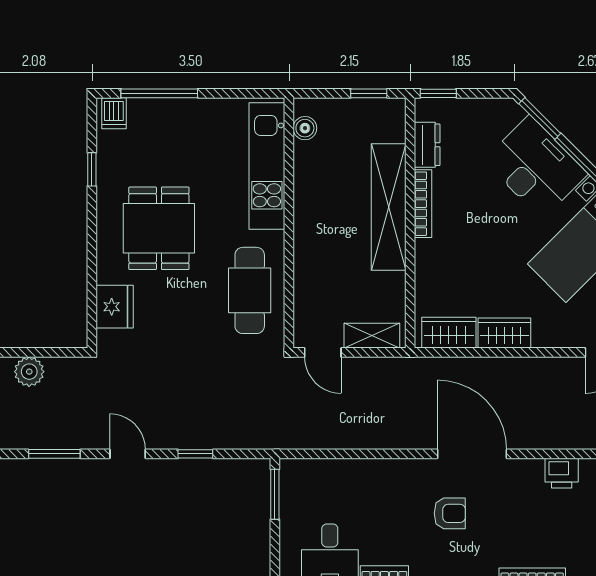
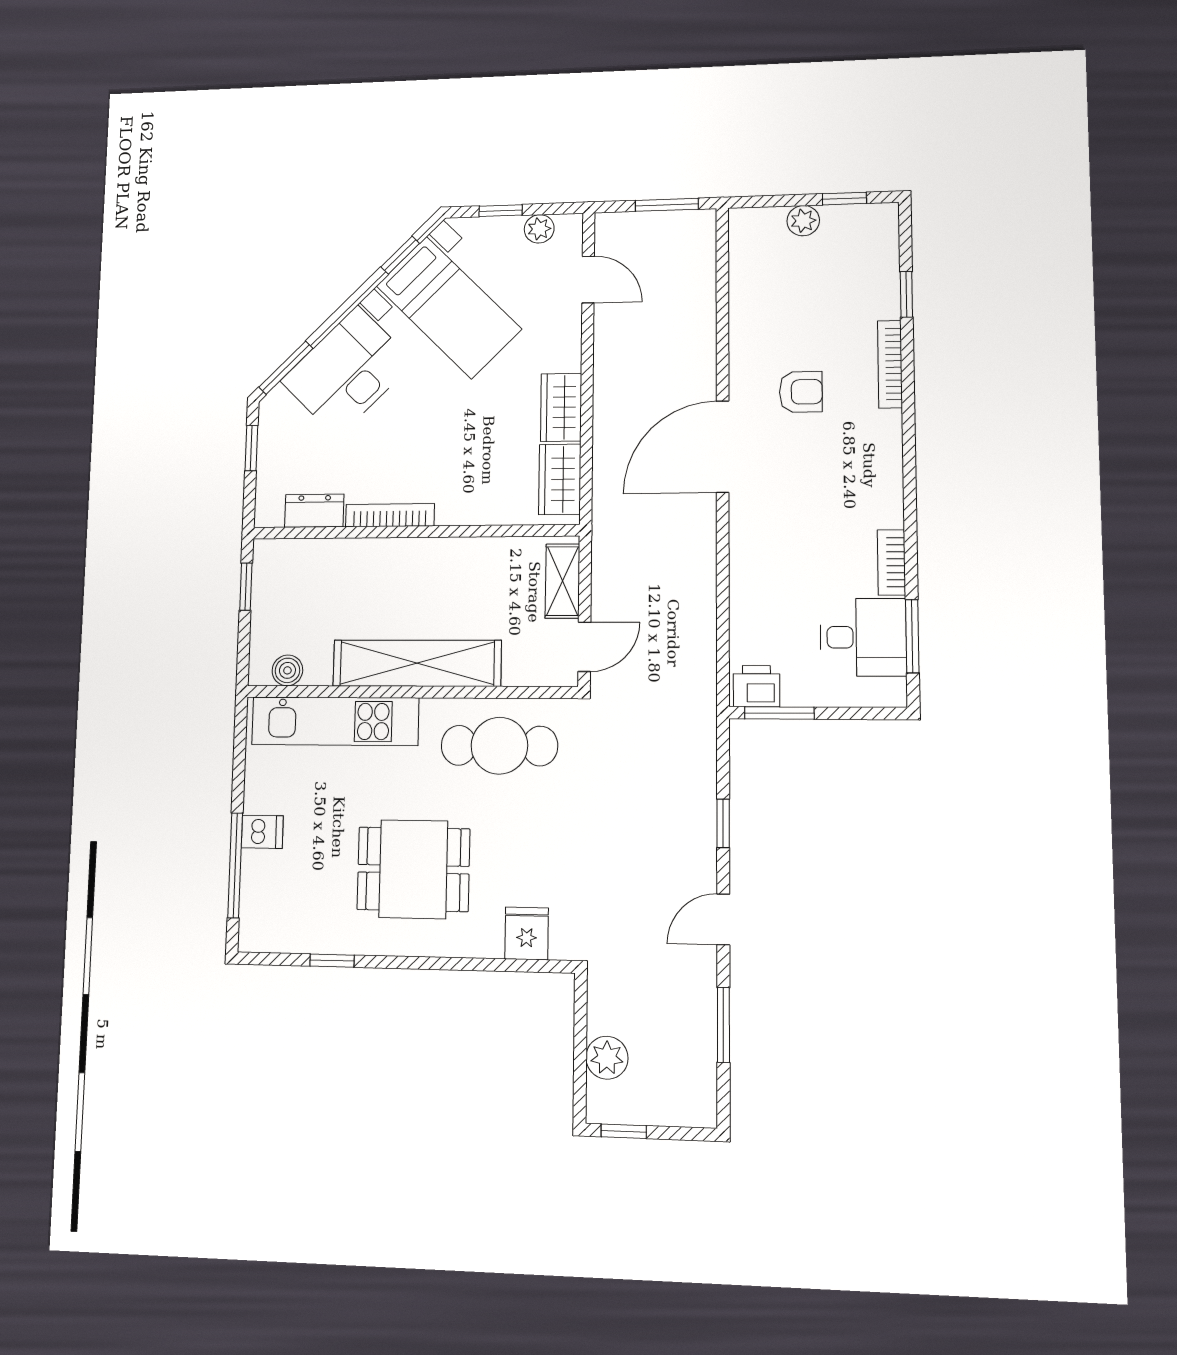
window: (438, 93) -> (251, 448), moved
dishwasher: (114, 113) -> (262, 832), moved
shelving: (389, 207) -> (417, 663), moved
fridge: (115, 307) -> (527, 933), width x0.72
printer: (562, 473) -> (756, 686), moved, turned -90
armchair: (450, 513) -> (801, 392), moved, turned 90

